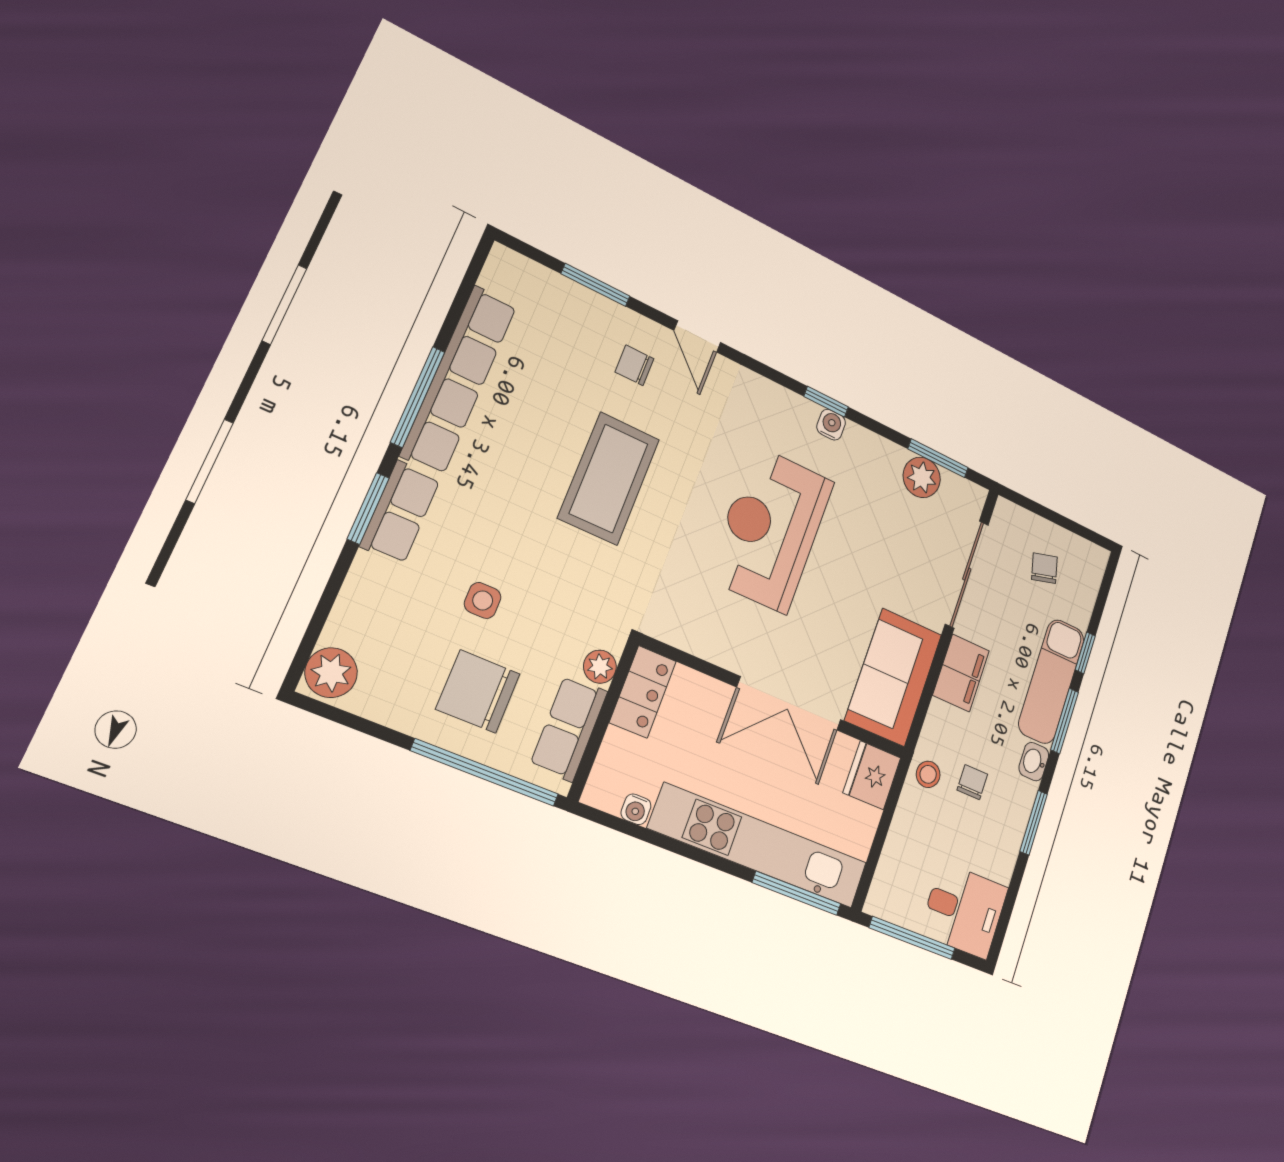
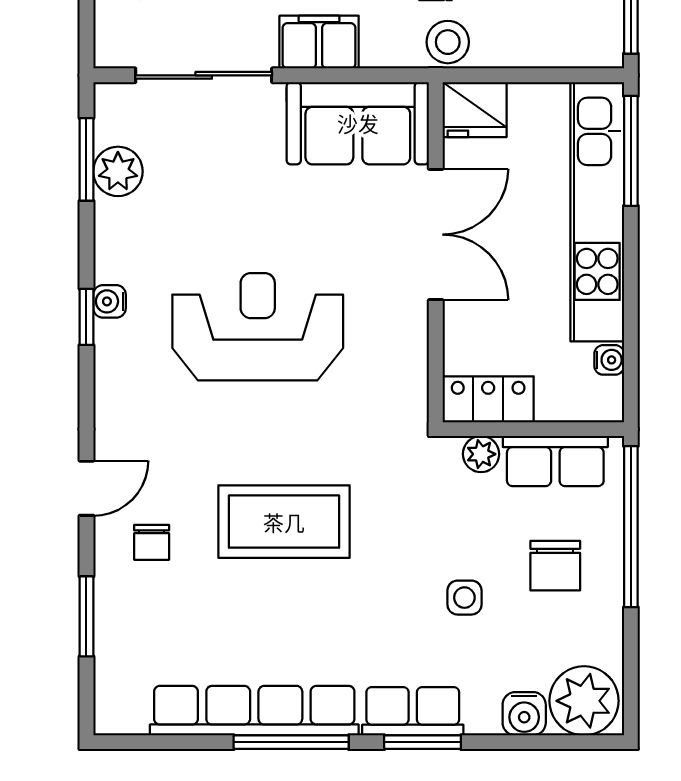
reception desk: (771, 529) -> (258, 327), turned 180
water cooler: (355, 609) -> (524, 714), added
plant: (331, 673) -> (584, 701), width x1.36, depth x1.36
chair: (478, 691) -> (555, 566), width x0.73, depth x0.73
stool: (928, 774) -> (448, 42), width x1.37, depth x1.37

